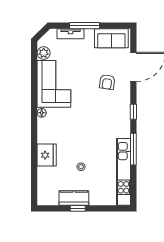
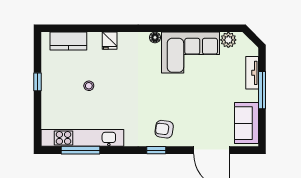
armchair: (107, 82) -> (164, 129), moved
window: (133, 149) -> (81, 150), moved
fridge: (47, 155) -> (110, 41), width x0.53, depth x0.75
kitchen counter: (74, 198) -> (68, 41), moved, turned 90

